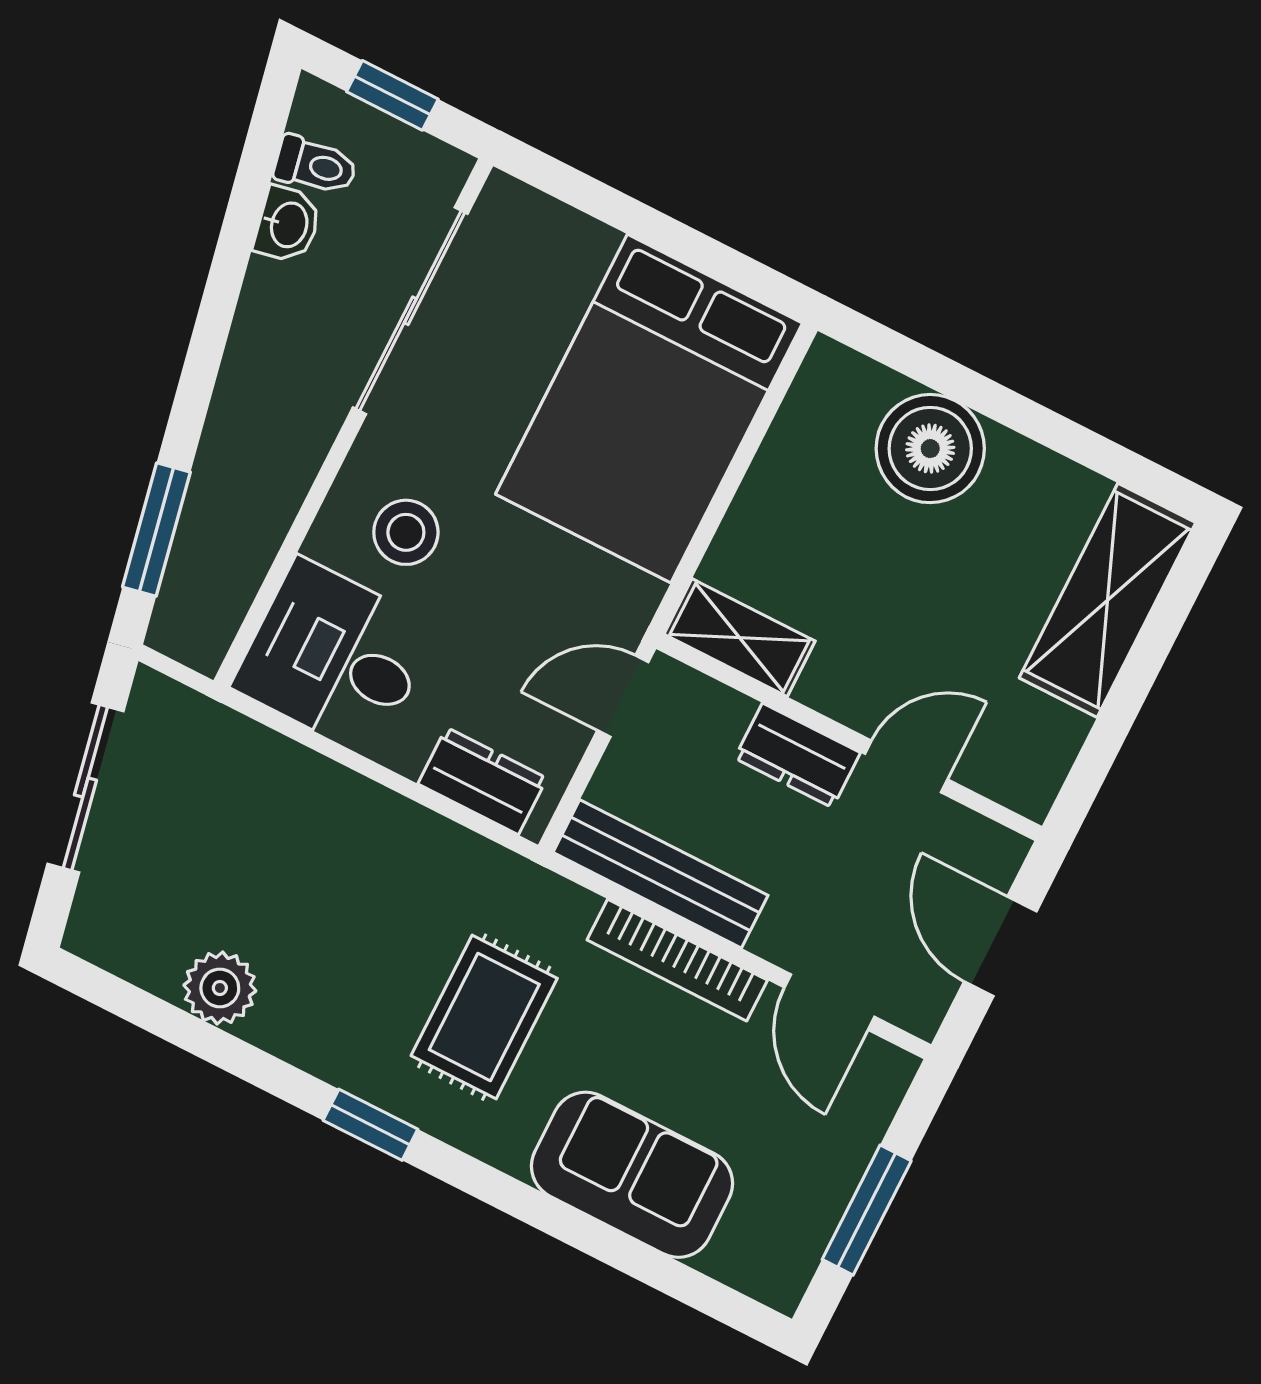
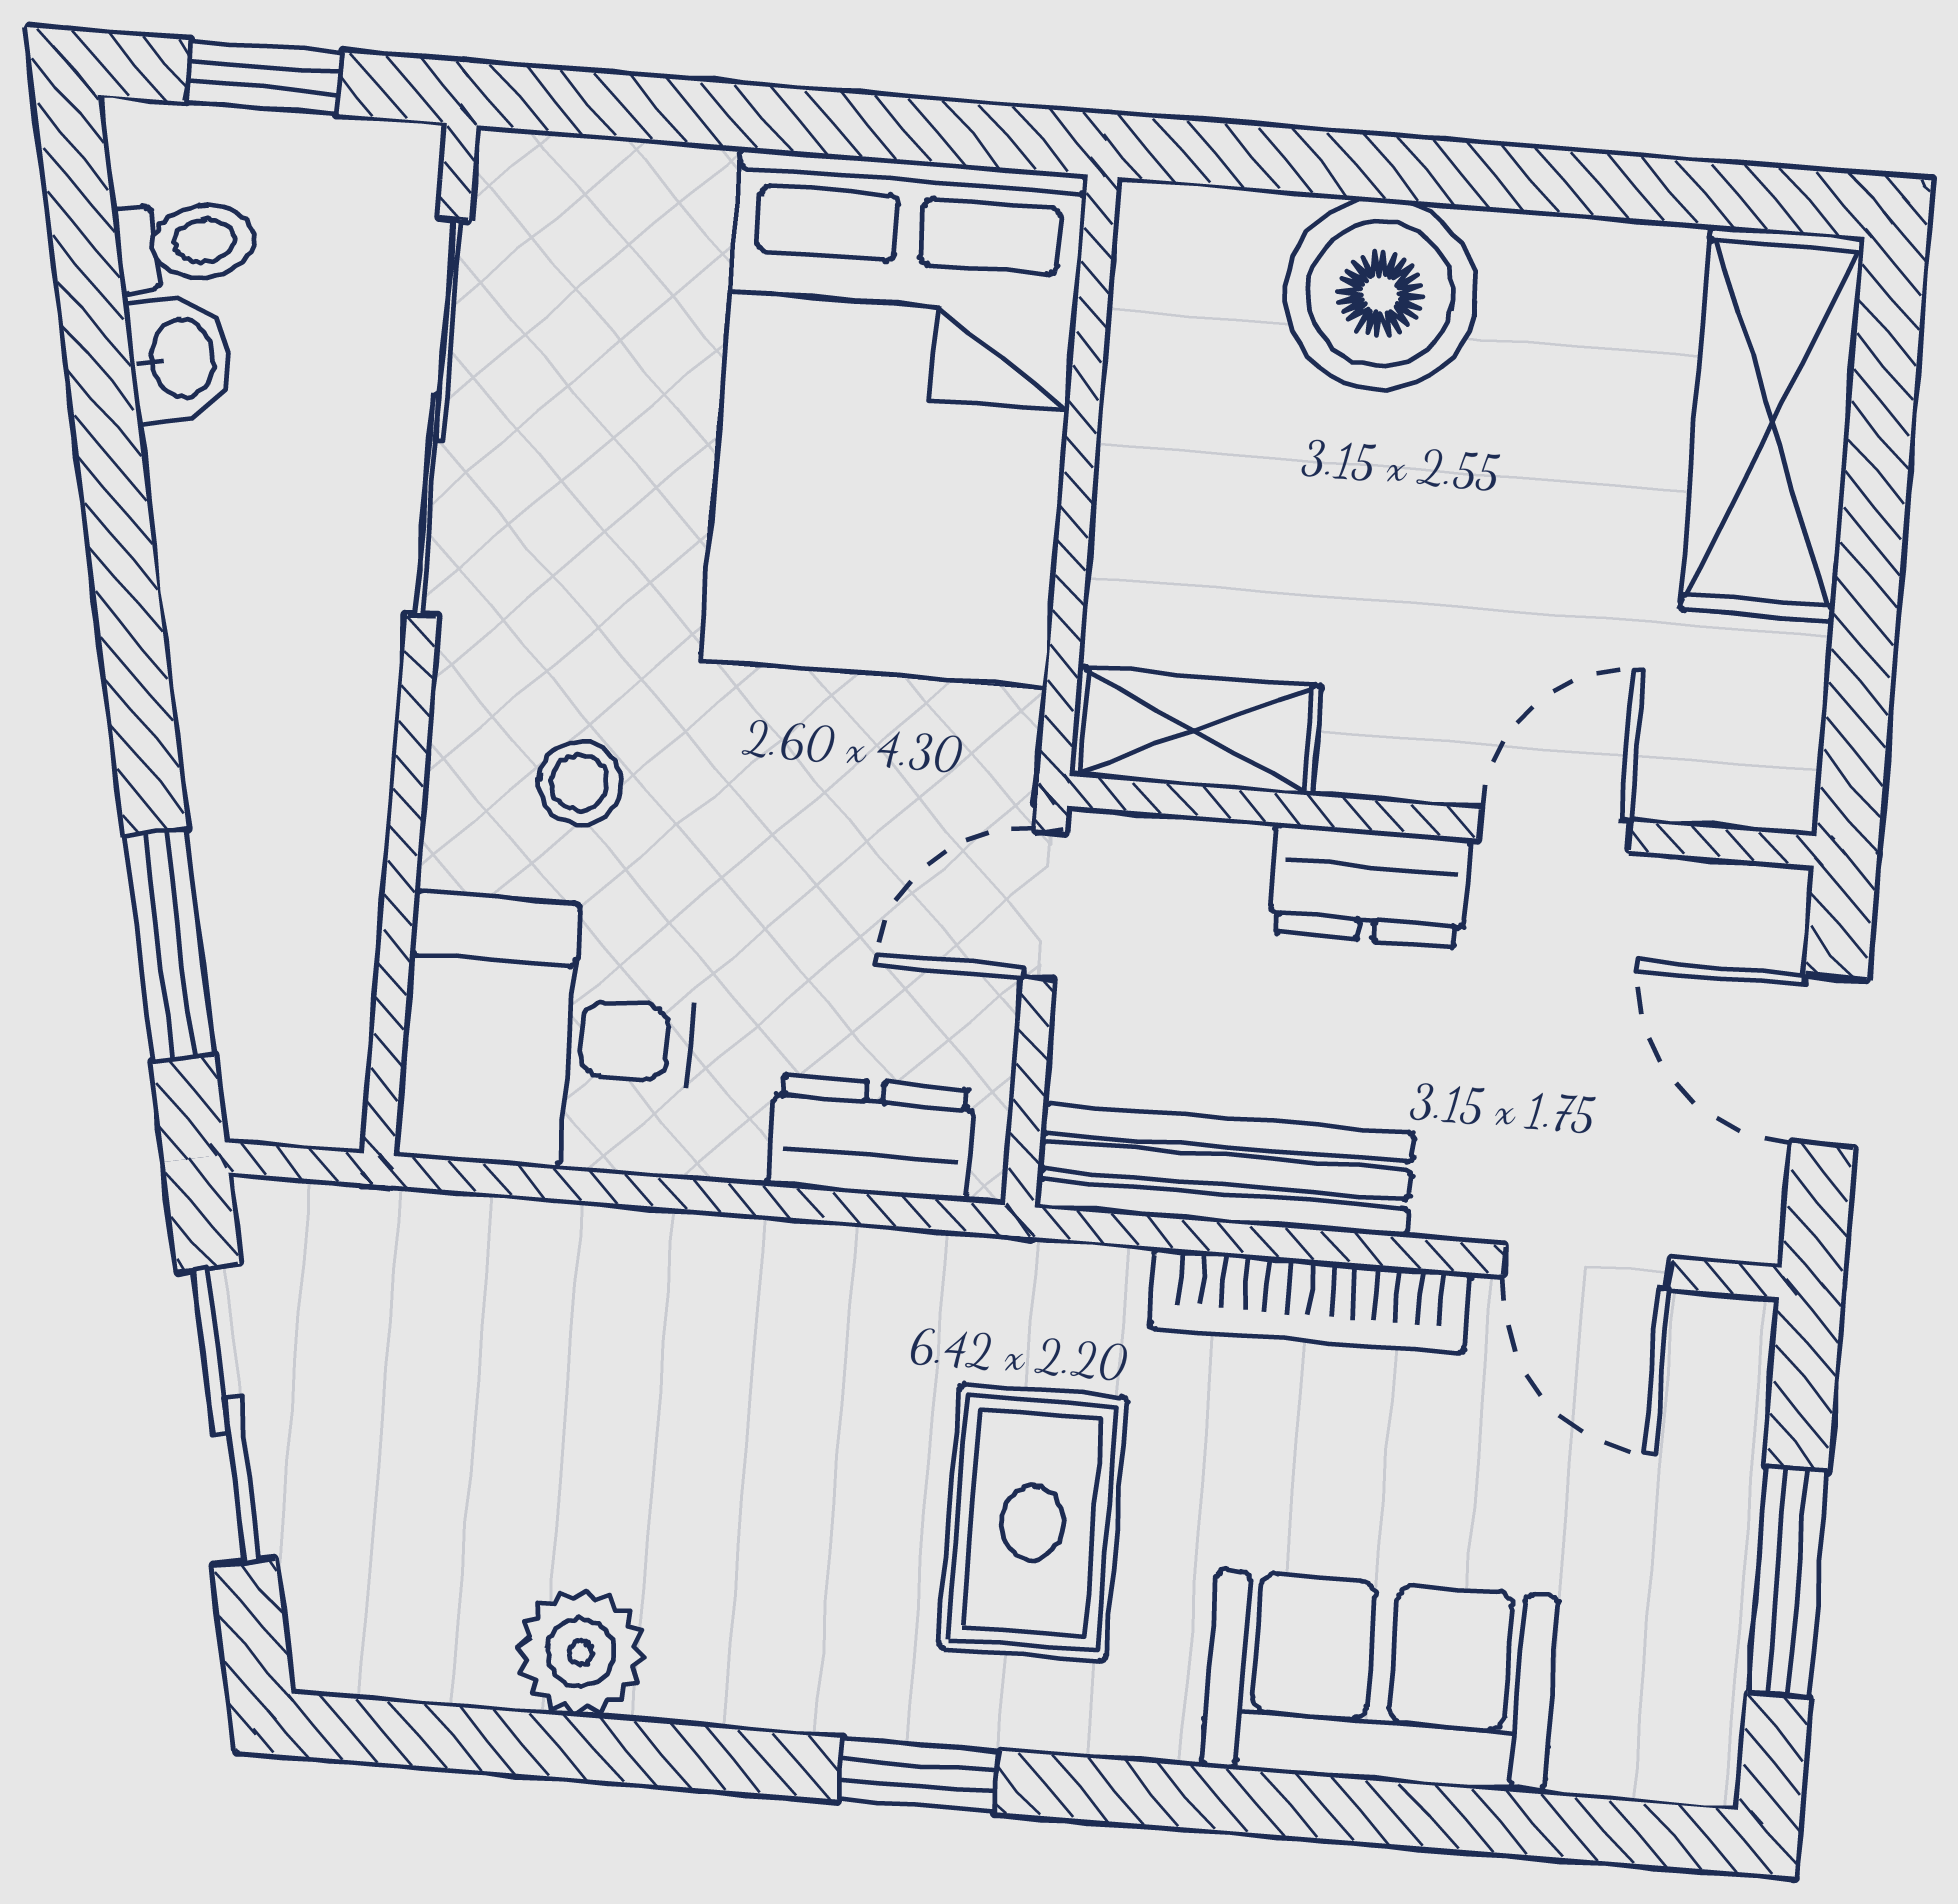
stool: (406, 532) -> (579, 783), width x0.73, depth x0.73

